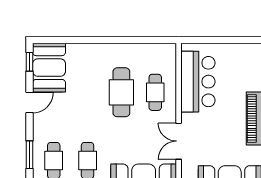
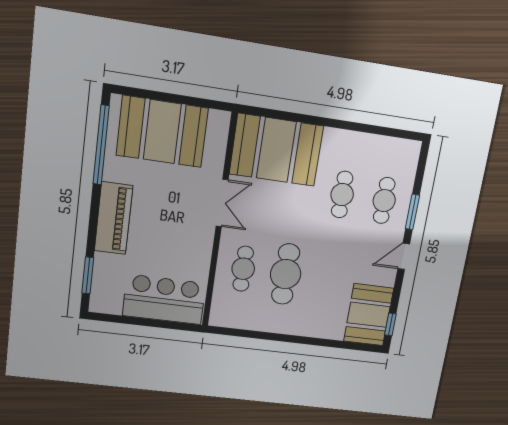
bar counter: (198, 82) -> (164, 299), moved, turned 90
door: (30, 103) -> (404, 256), moved

